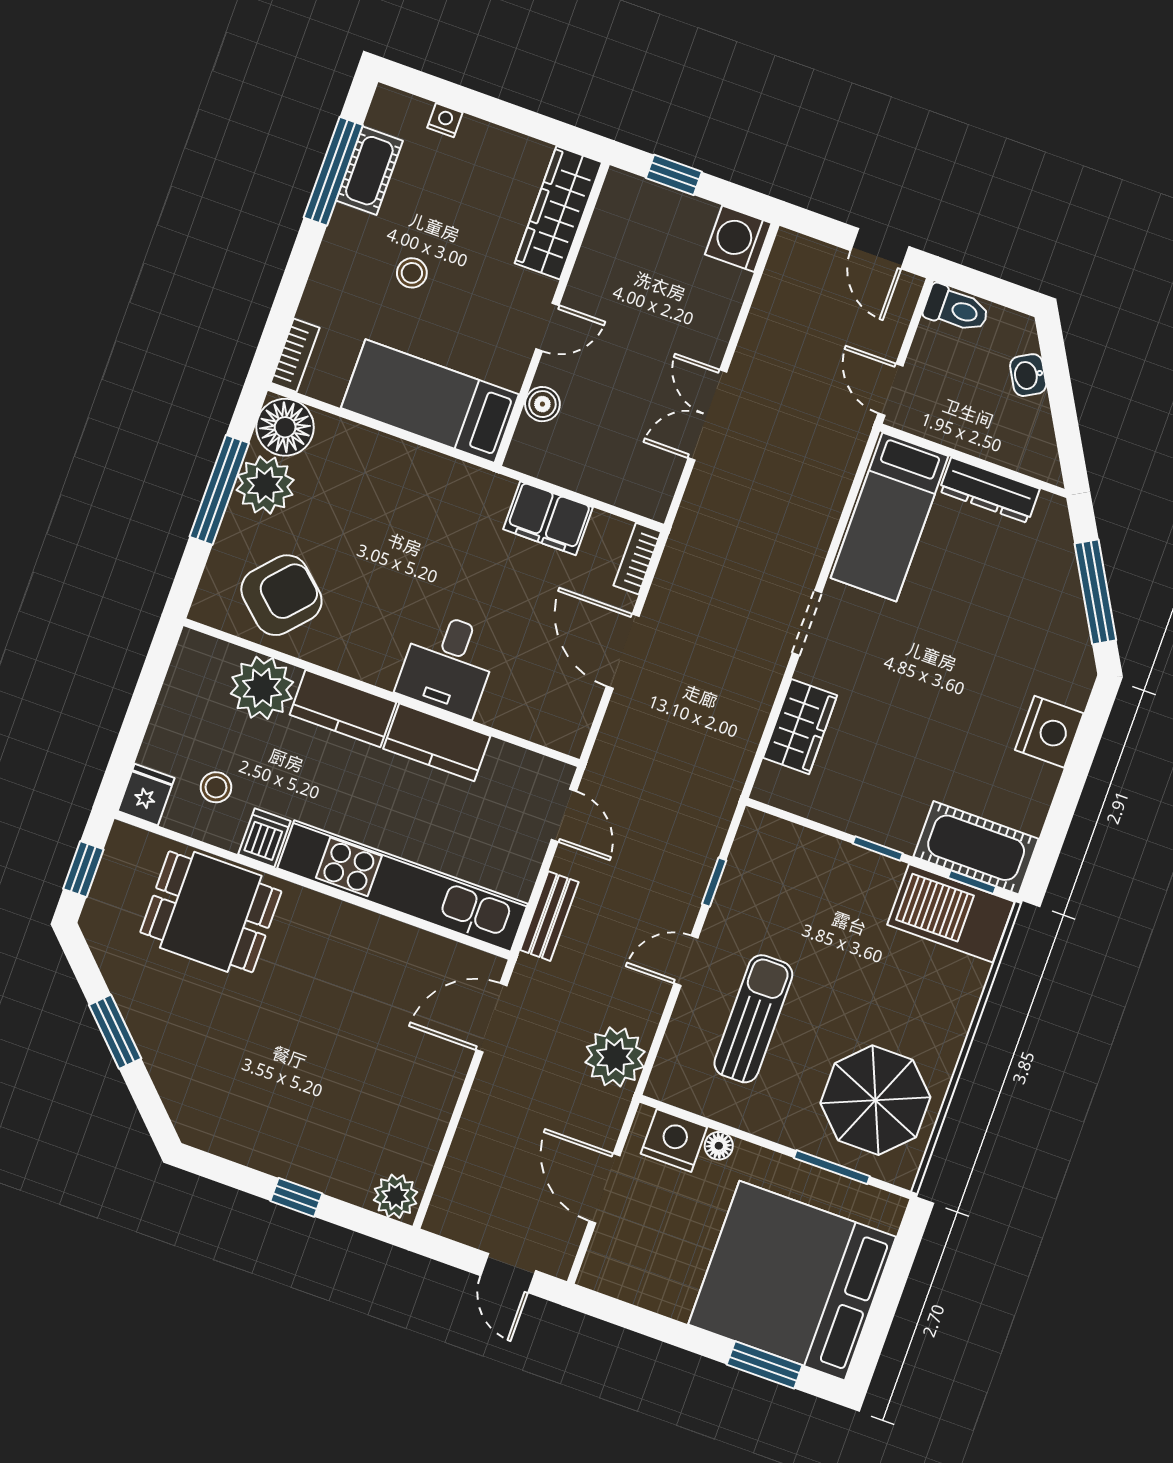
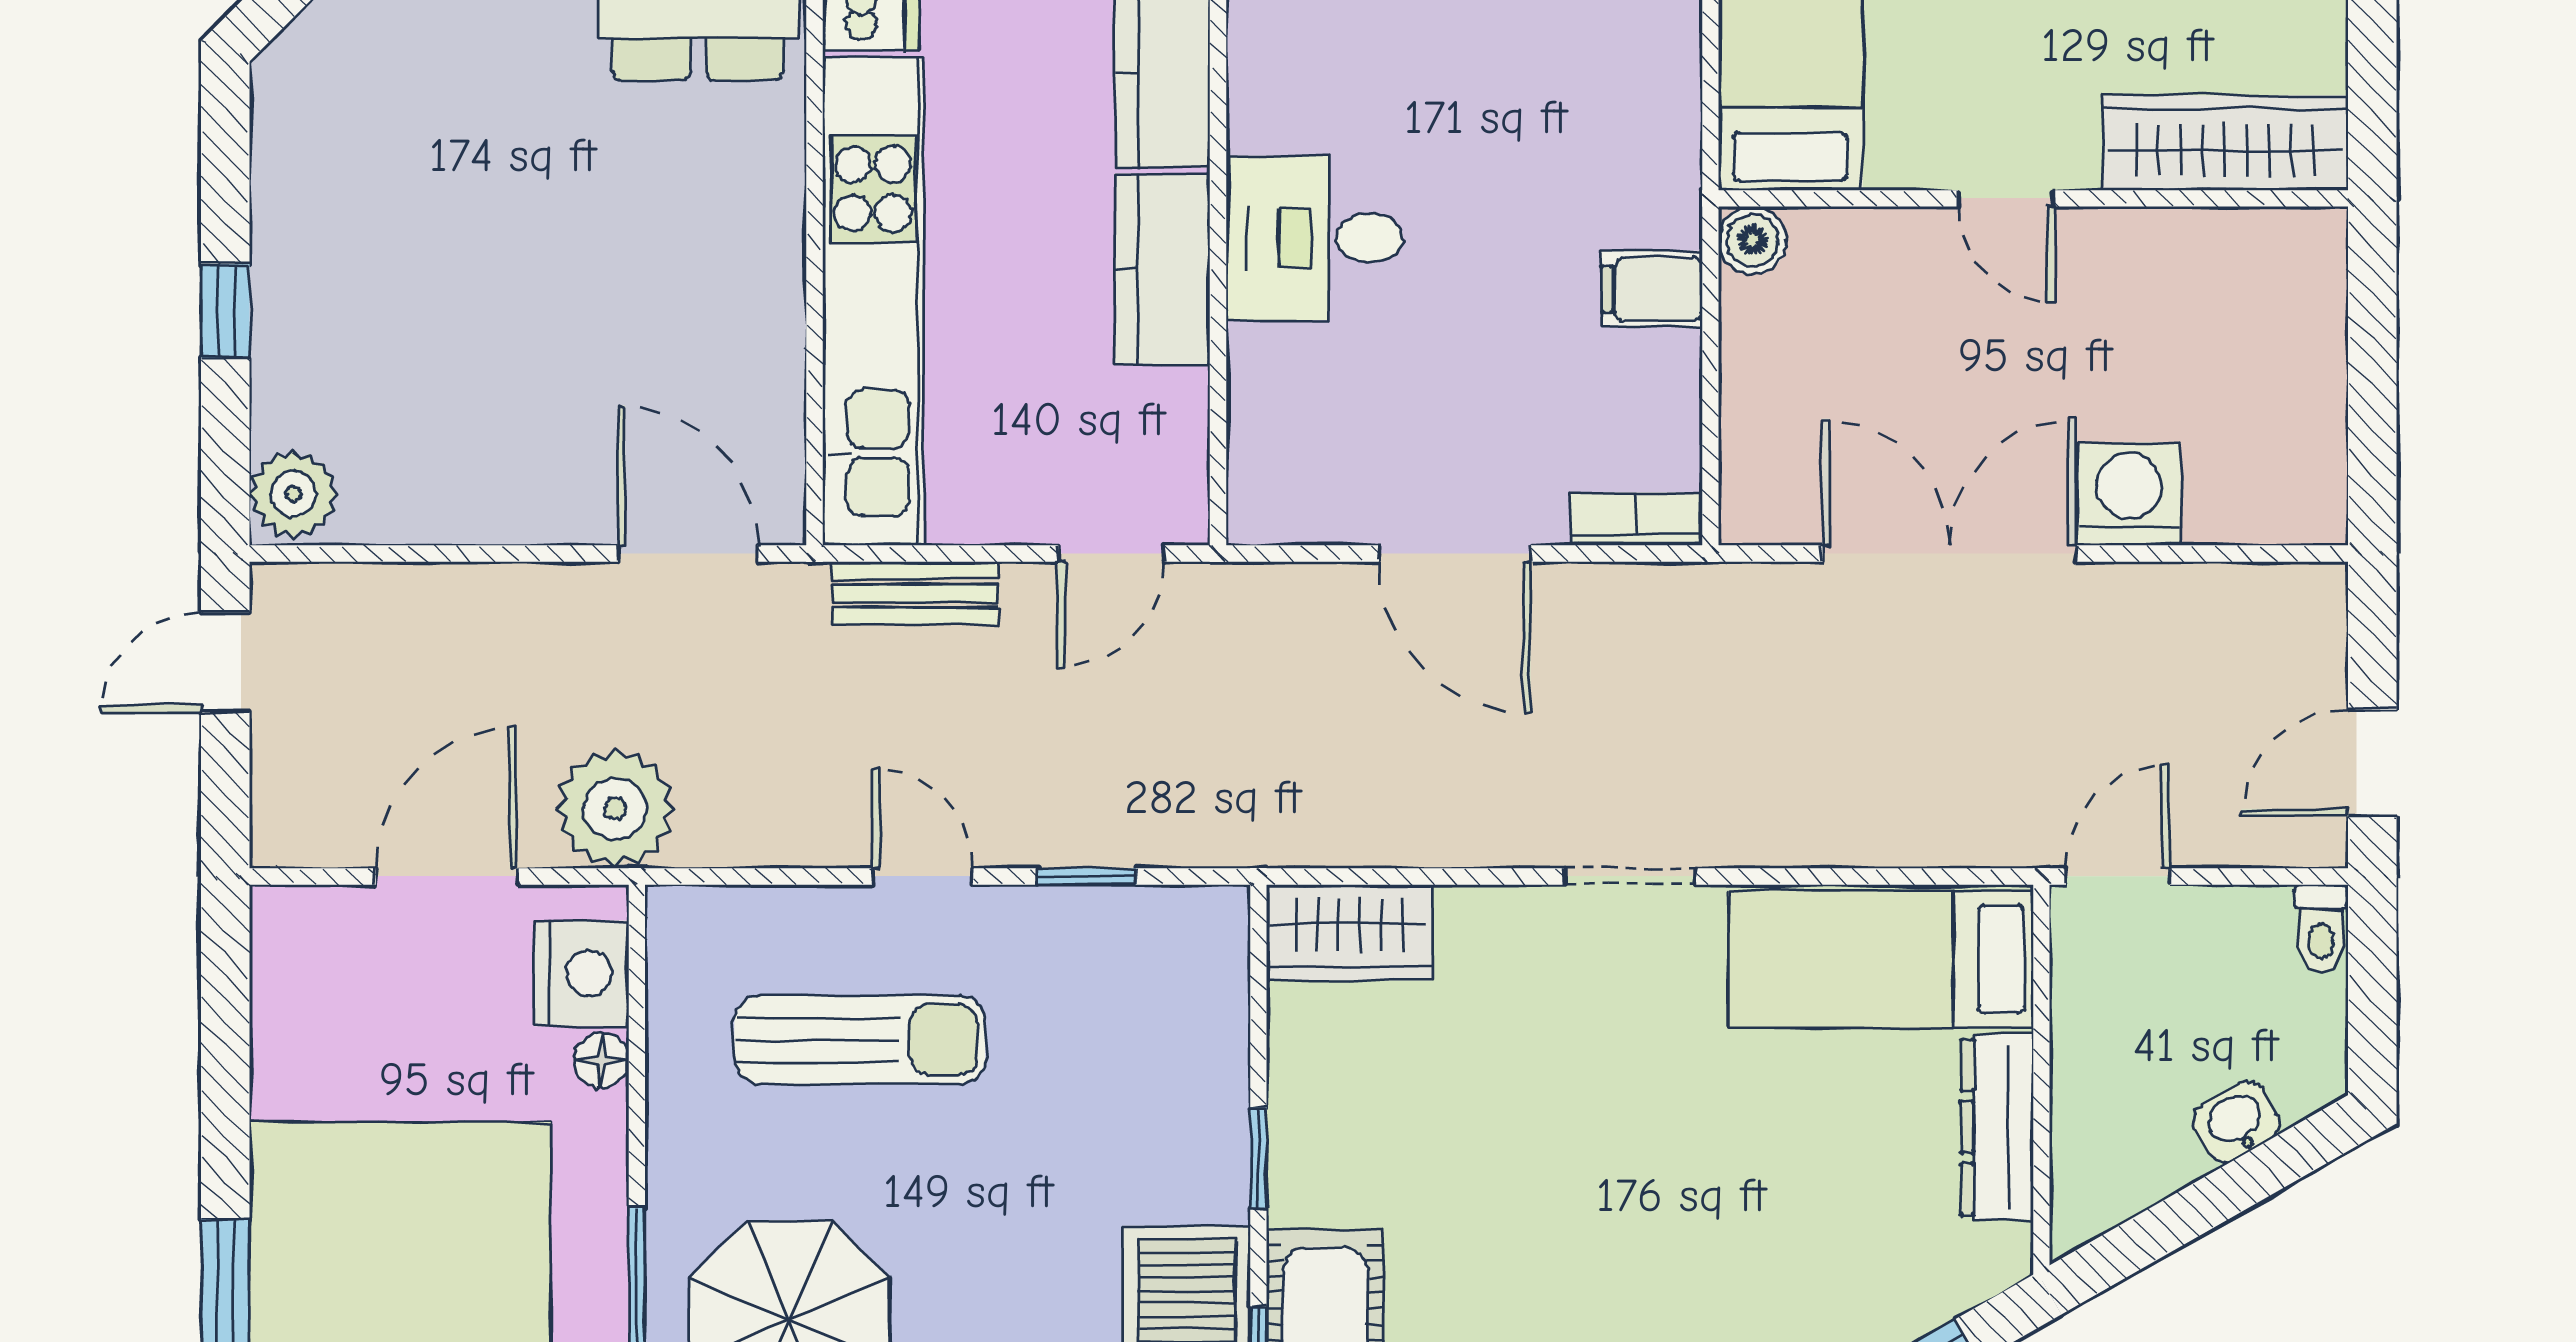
window: (674, 175) -> (2372, 332), removed
washing machine: (738, 239) -> (2129, 494), moved
toilet: (956, 309) -> (2321, 928), width x0.73, depth x0.72
boiler: (542, 404) -> (1752, 240), moved
double door: (707, 415) -> (1949, 554), width x1.37
filing cabinet: (548, 518) -> (1652, 289), width x0.50
door: (623, 651) -> (1455, 554), swing flipped
wardrobe: (800, 727) -> (1349, 932), moved
plant: (615, 1057) -> (615, 809), moved
door: (508, 1273) -> (225, 662), moved

